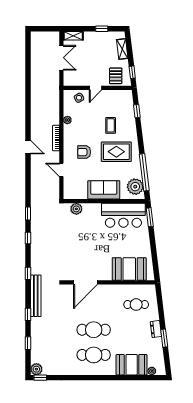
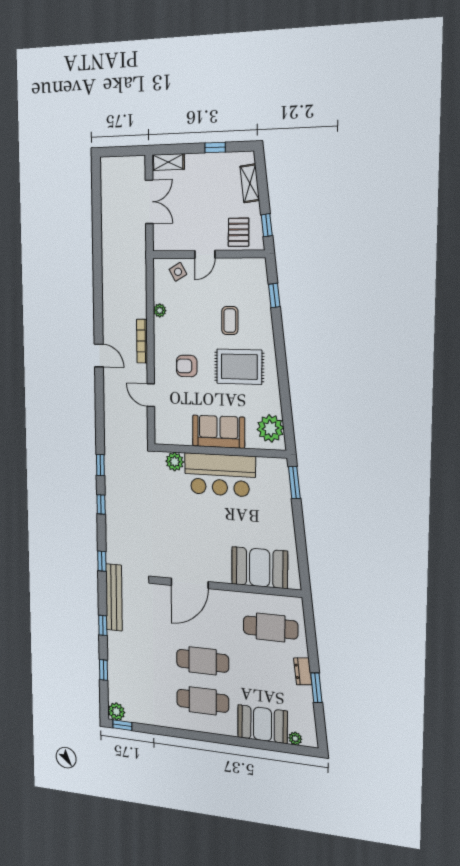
window: (144, 172) -> (286, 404), removed
bar counter: (123, 215) -> (220, 475), moved
cafe table: (136, 305) -> (271, 627), width x1.37, depth x1.35

